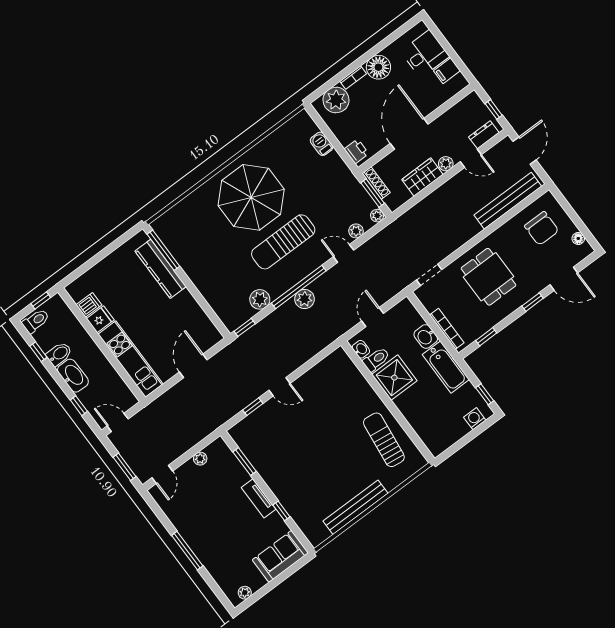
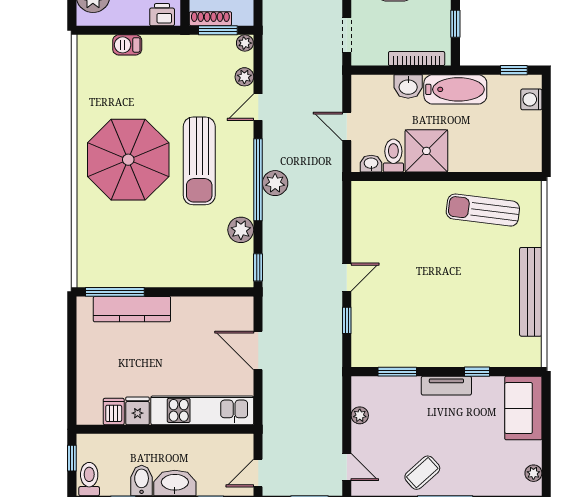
coffee table: (194, 524) -> (422, 473), added

